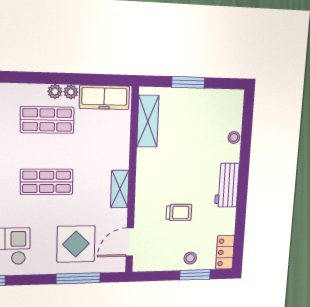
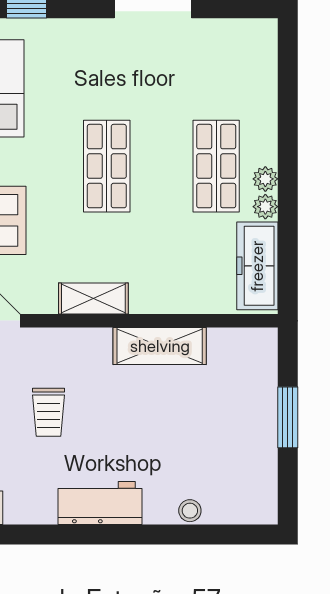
shelving: (148, 121) -> (160, 346), moved

